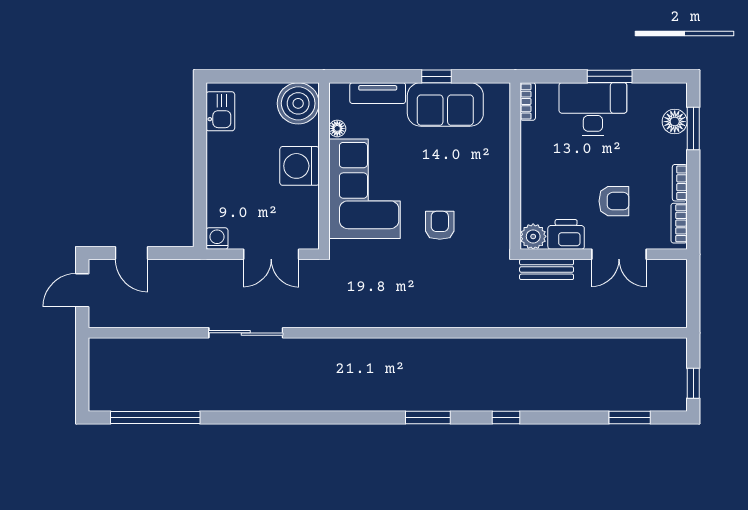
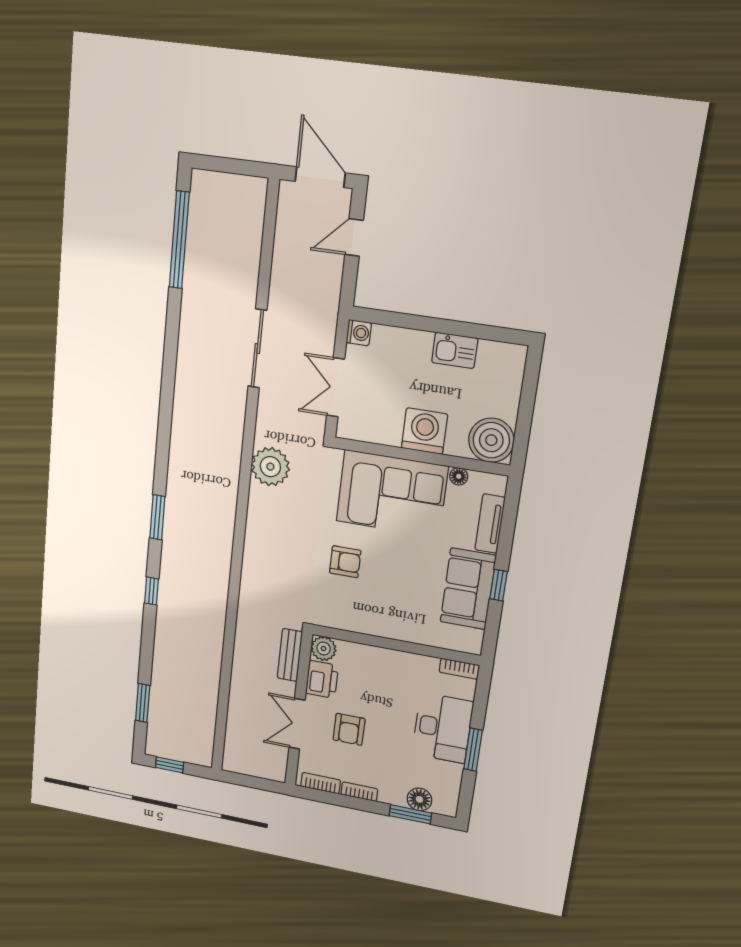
kitchen sink: (220, 111) -> (455, 350), moved
door: (82, 290) -> (320, 177), width x1.38
plant: (358, 309) -> (270, 467), added

